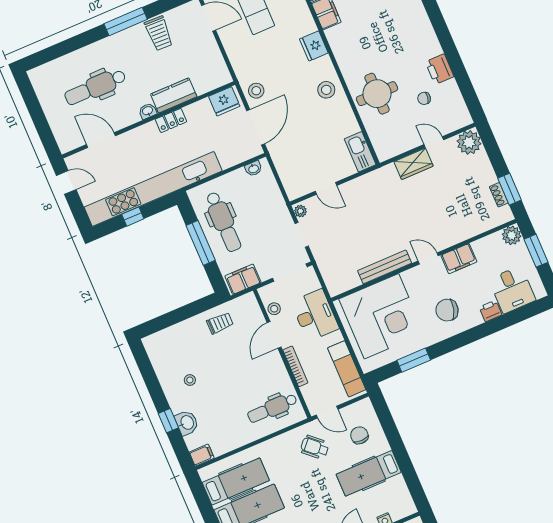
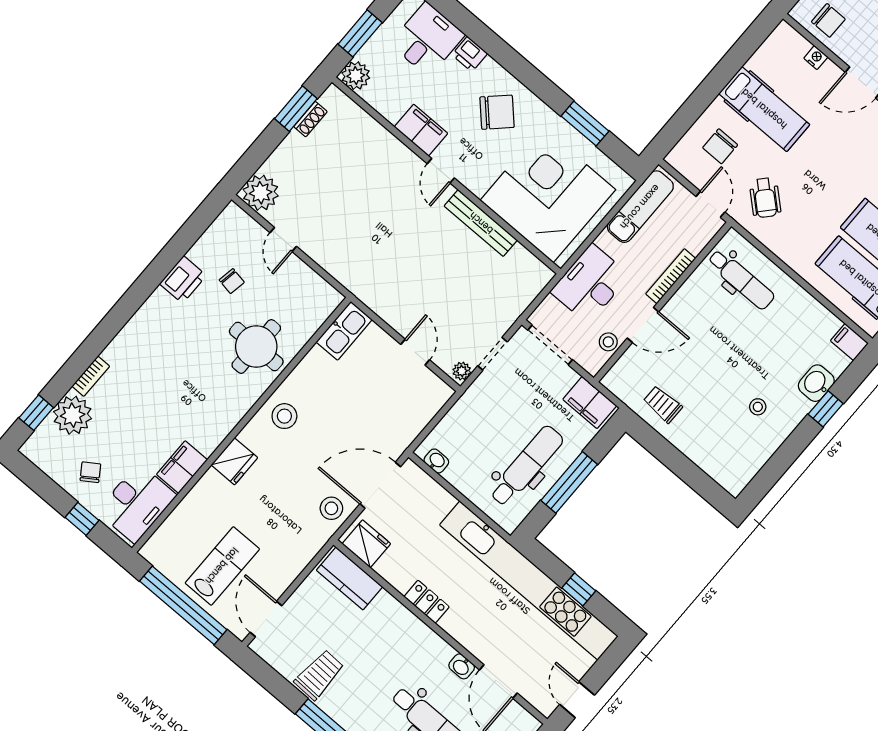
kitchen counter: (174, 95) -> (350, 578), moved
washbasin: (148, 111) -> (462, 666), moved
wardrobe: (413, 164) -> (325, 252), removed
chair: (447, 310) -> (497, 112), turned -60

